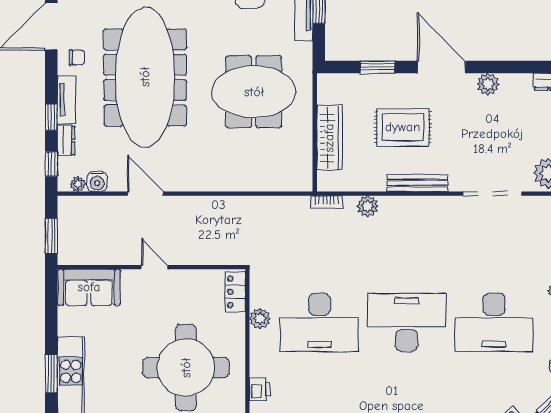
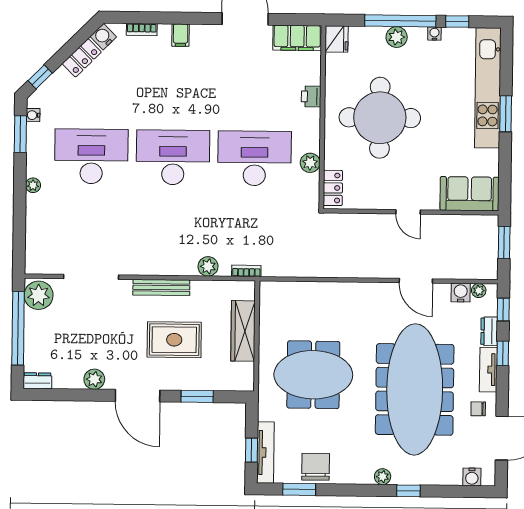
desk: (407, 322) -> (173, 157), turned 180

